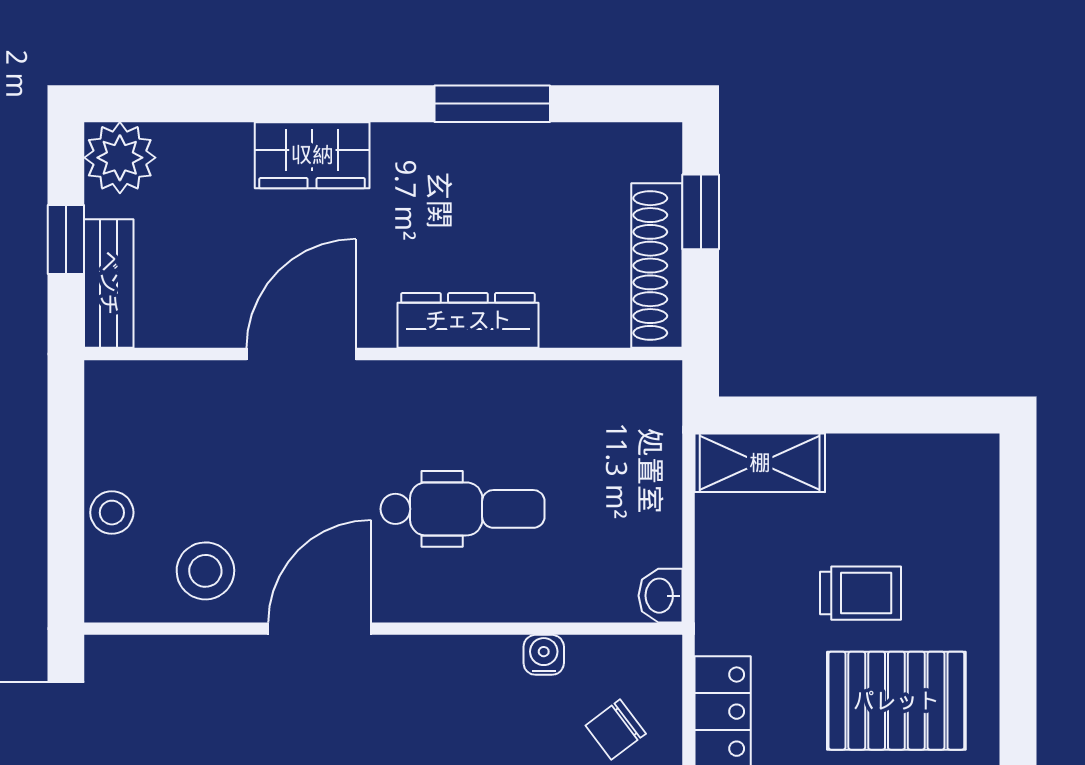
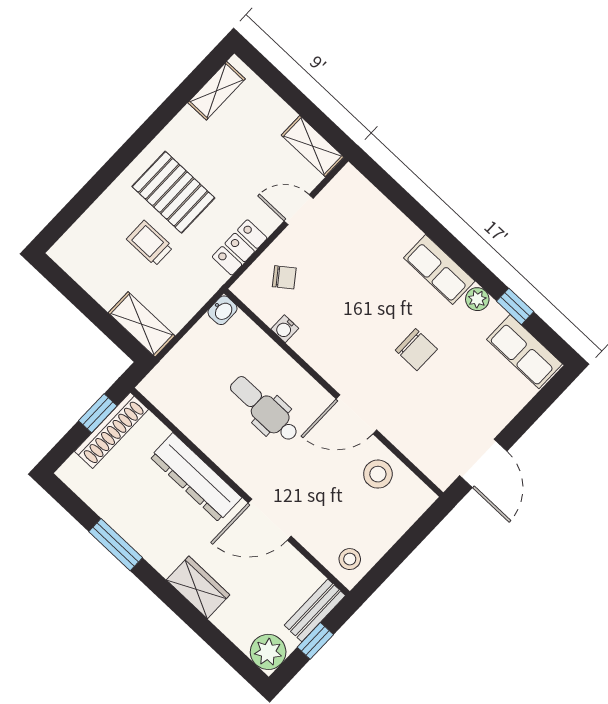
window: (701, 212) -> (98, 413), moved
dresser: (468, 320) -> (196, 477), width x1.37, depth x1.24
stool: (112, 513) -> (350, 559), moved

